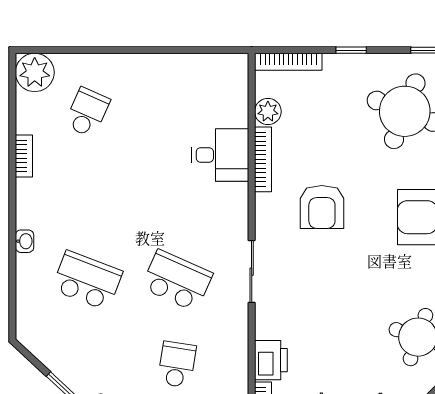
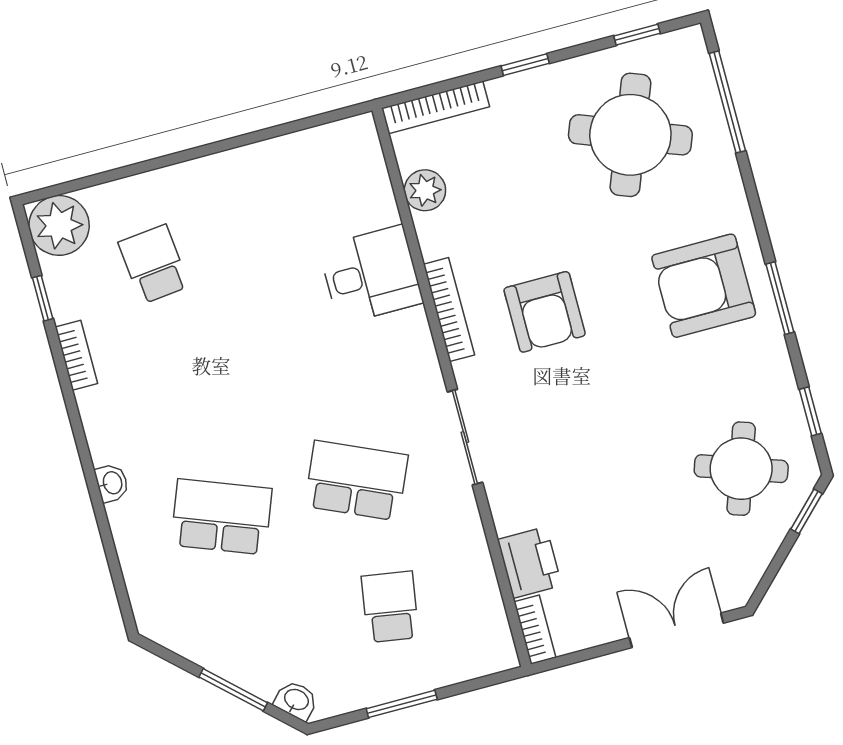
school desk: (87, 112) -> (154, 264), turned -30
window: (12, 115) -> (43, 298), added
bookcase: (263, 159) -> (449, 310), moved

